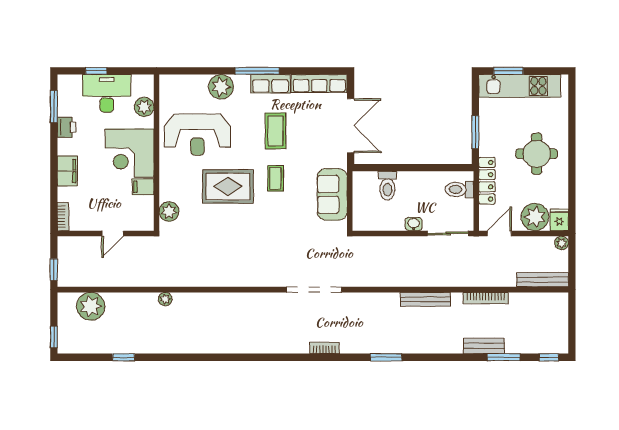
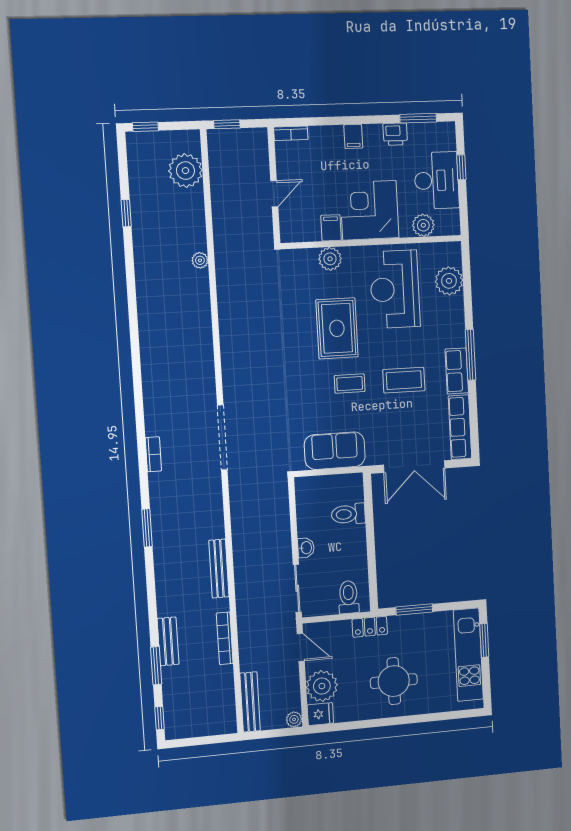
plant: (221, 87) -> (449, 281), moved
filing cabinet: (67, 171) -> (353, 136), width x0.50
locker: (487, 181) -> (370, 627), width x0.66
plant: (169, 212) -> (330, 259), moved
door: (113, 233) -> (274, 194), swing flipped

